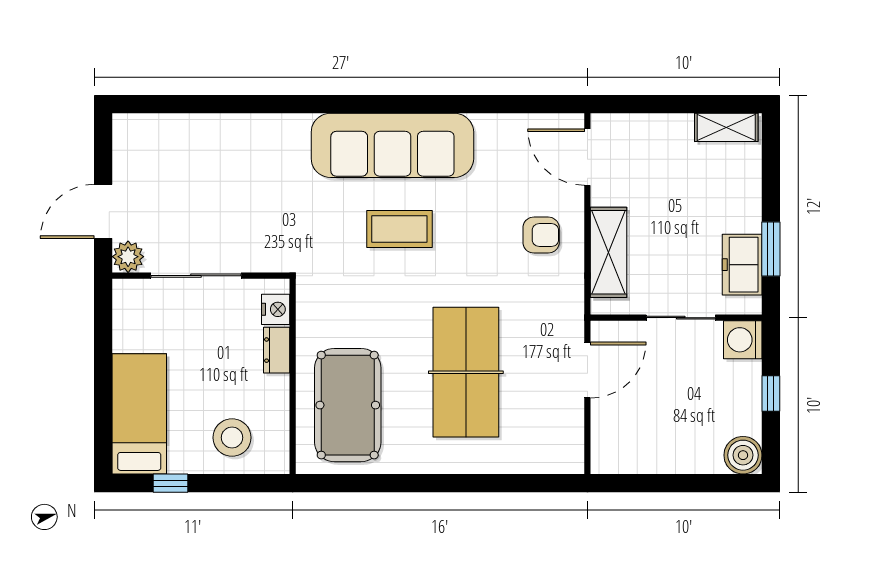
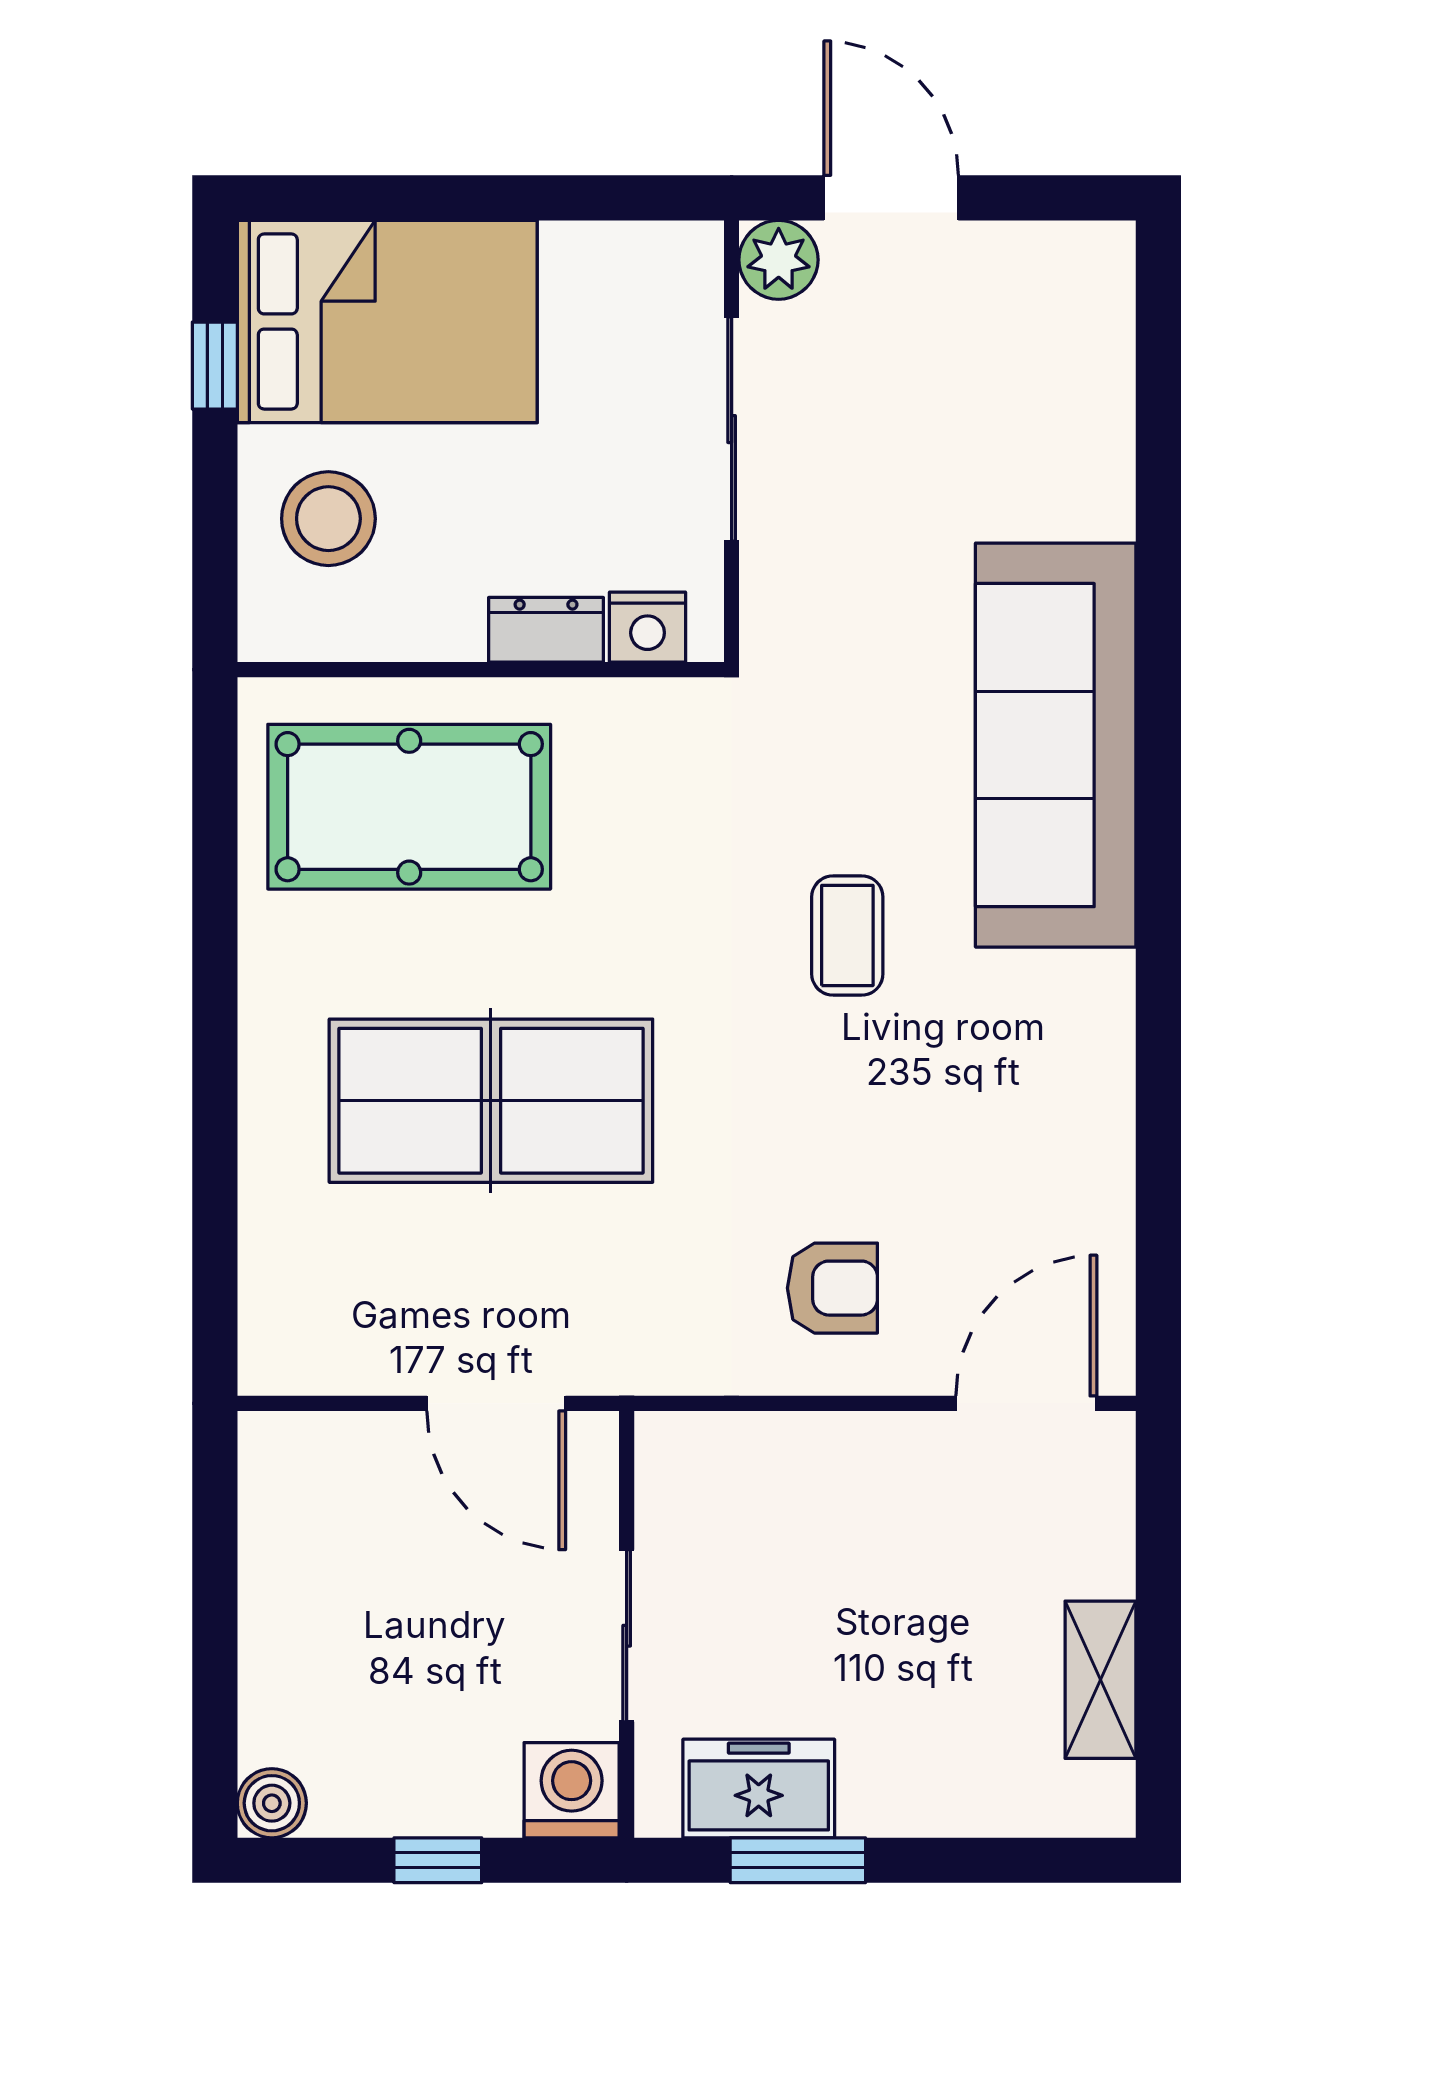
shelving: (726, 127) -> (1100, 1680), moved
sofa: (392, 145) -> (1056, 745), moved
coffee table: (399, 229) -> (847, 935), width x0.73, depth x0.77
armchair: (541, 235) -> (832, 1288), turned -90
shelving: (609, 252) -> (789, 1456), removed
bed: (139, 414) -> (387, 321), width x1.50
boiler: (743, 455) -> (272, 1803), width x0.73, depth x0.73

